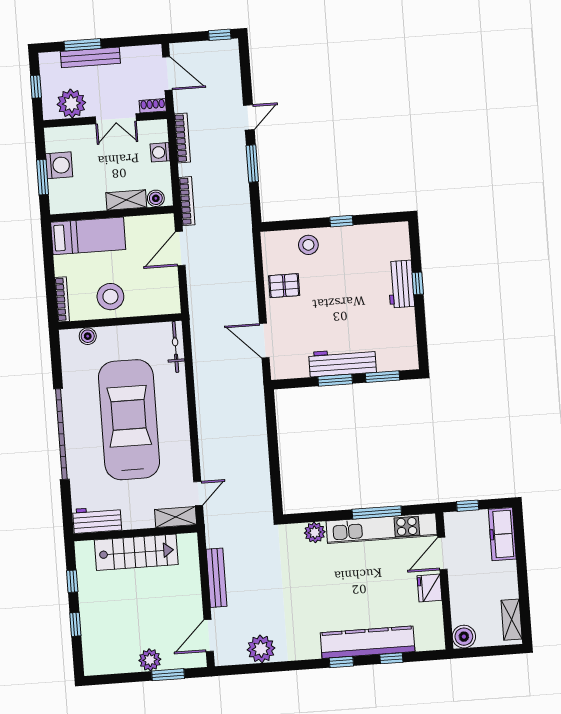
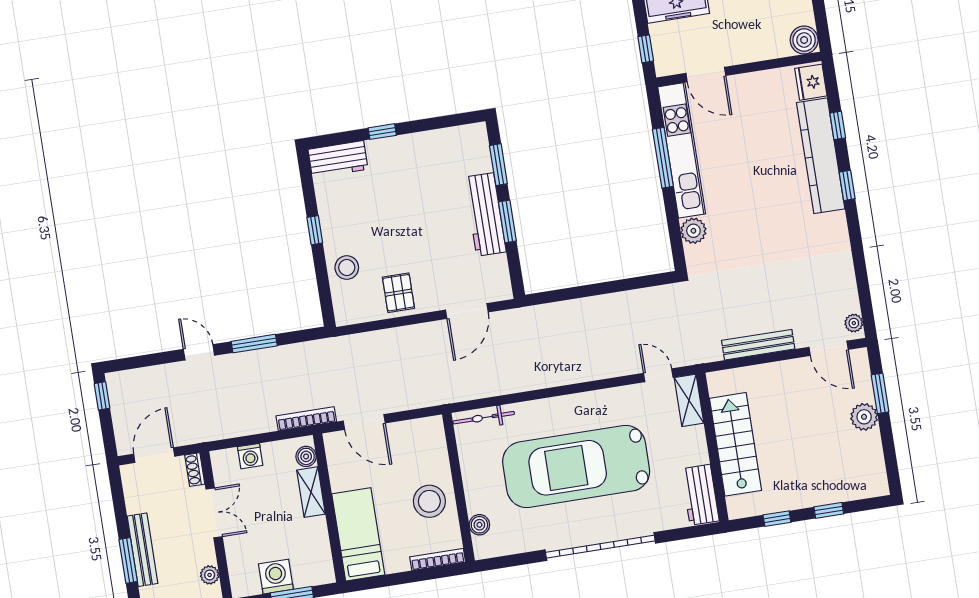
plant: (71, 104) -> (210, 575), width x0.53, depth x0.53
bookcase: (182, 138) -> (231, 431), removed
workbench: (401, 284) -> (338, 159), moved
fridge: (430, 588) -> (811, 82), moved, turned 90
plant: (261, 649) -> (854, 323), moved, width x0.53, depth x0.53

